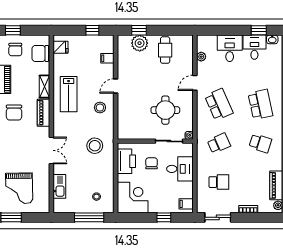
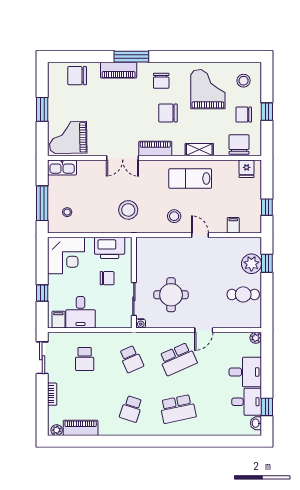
plant: (201, 57) -> (256, 338), moved
door: (195, 83) -> (204, 330), swing flipped
piano: (44, 113) -> (155, 148), moved
desk: (180, 169) -> (81, 312), moved
kitchen sink: (59, 186) -> (62, 168), moved
grand piano: (19, 188) -> (68, 138), moved

